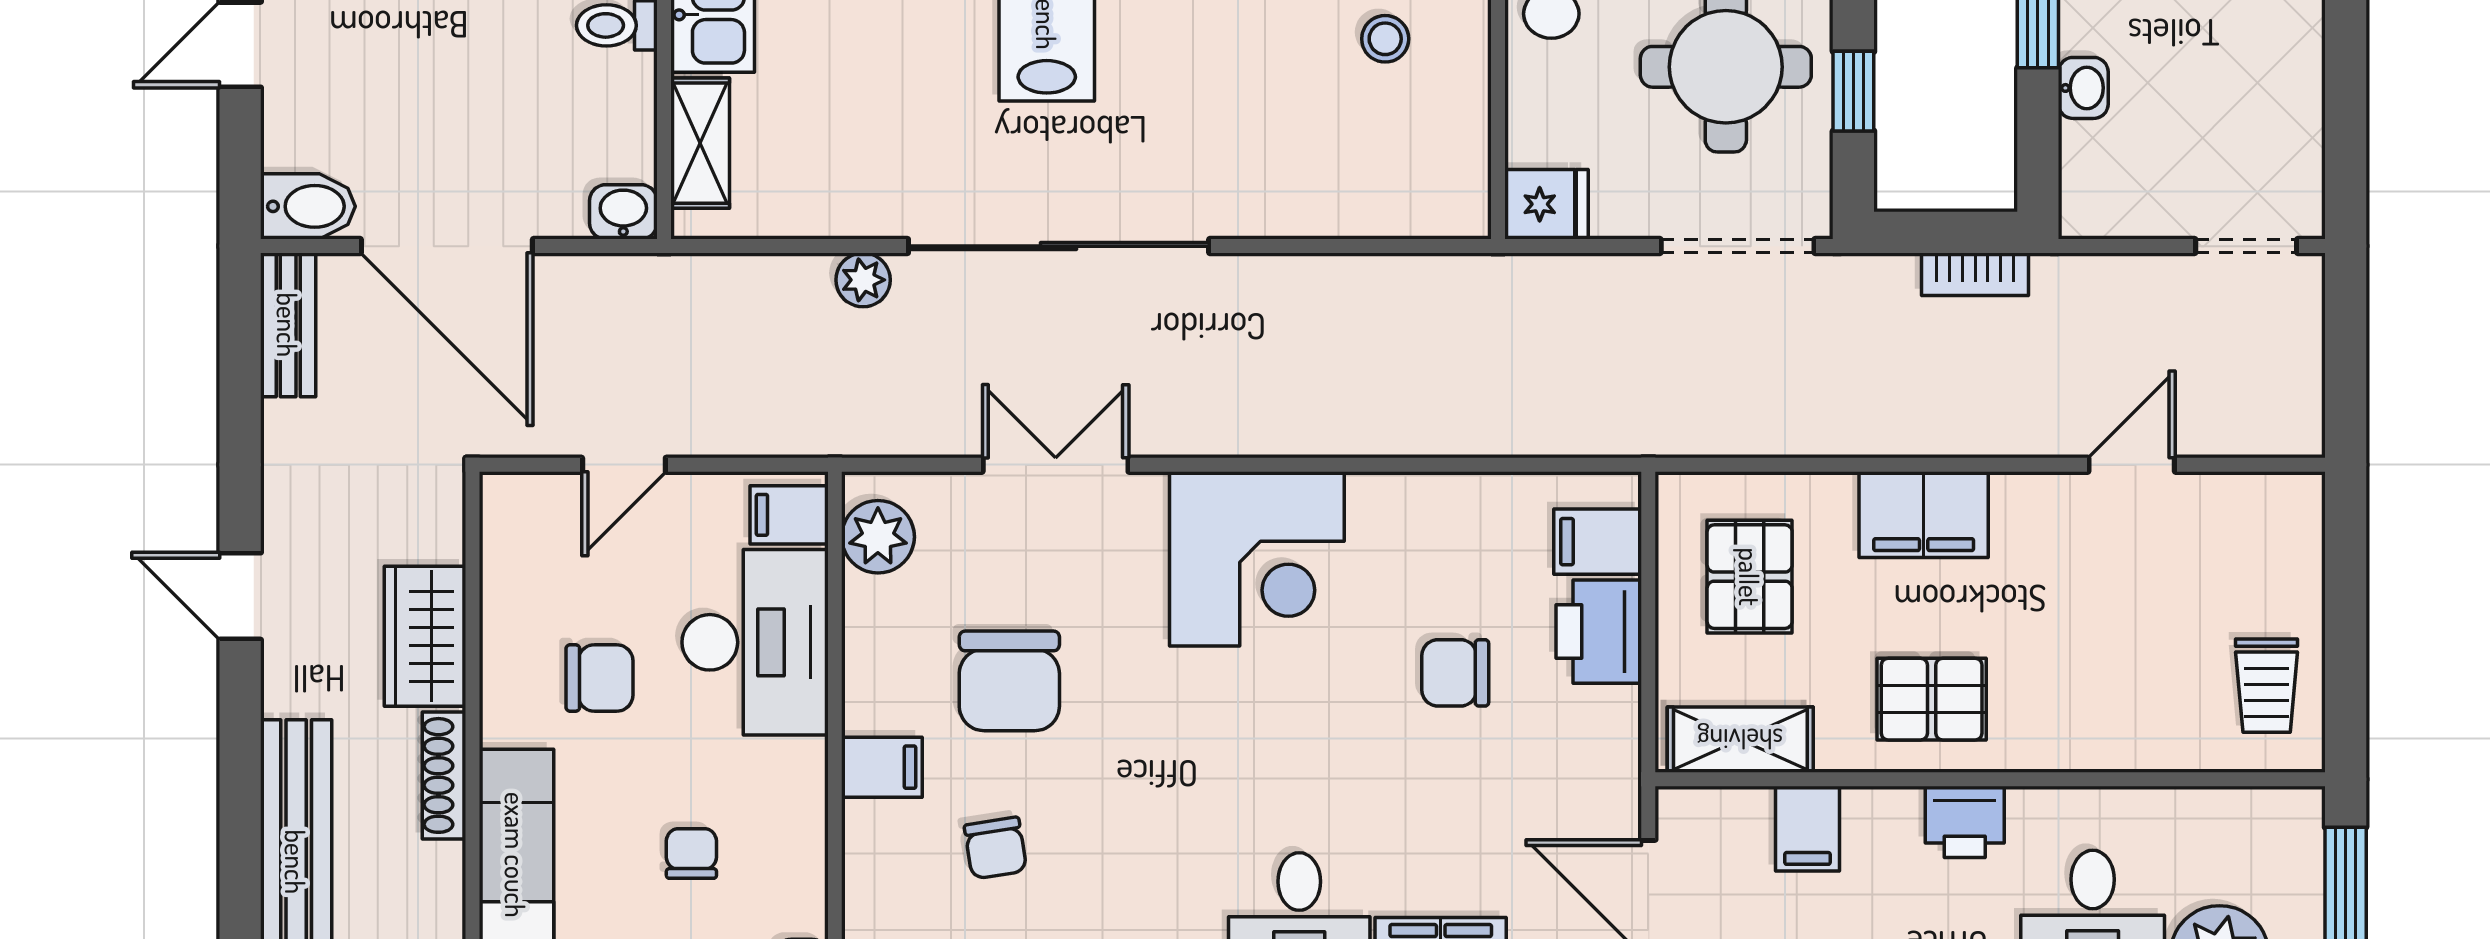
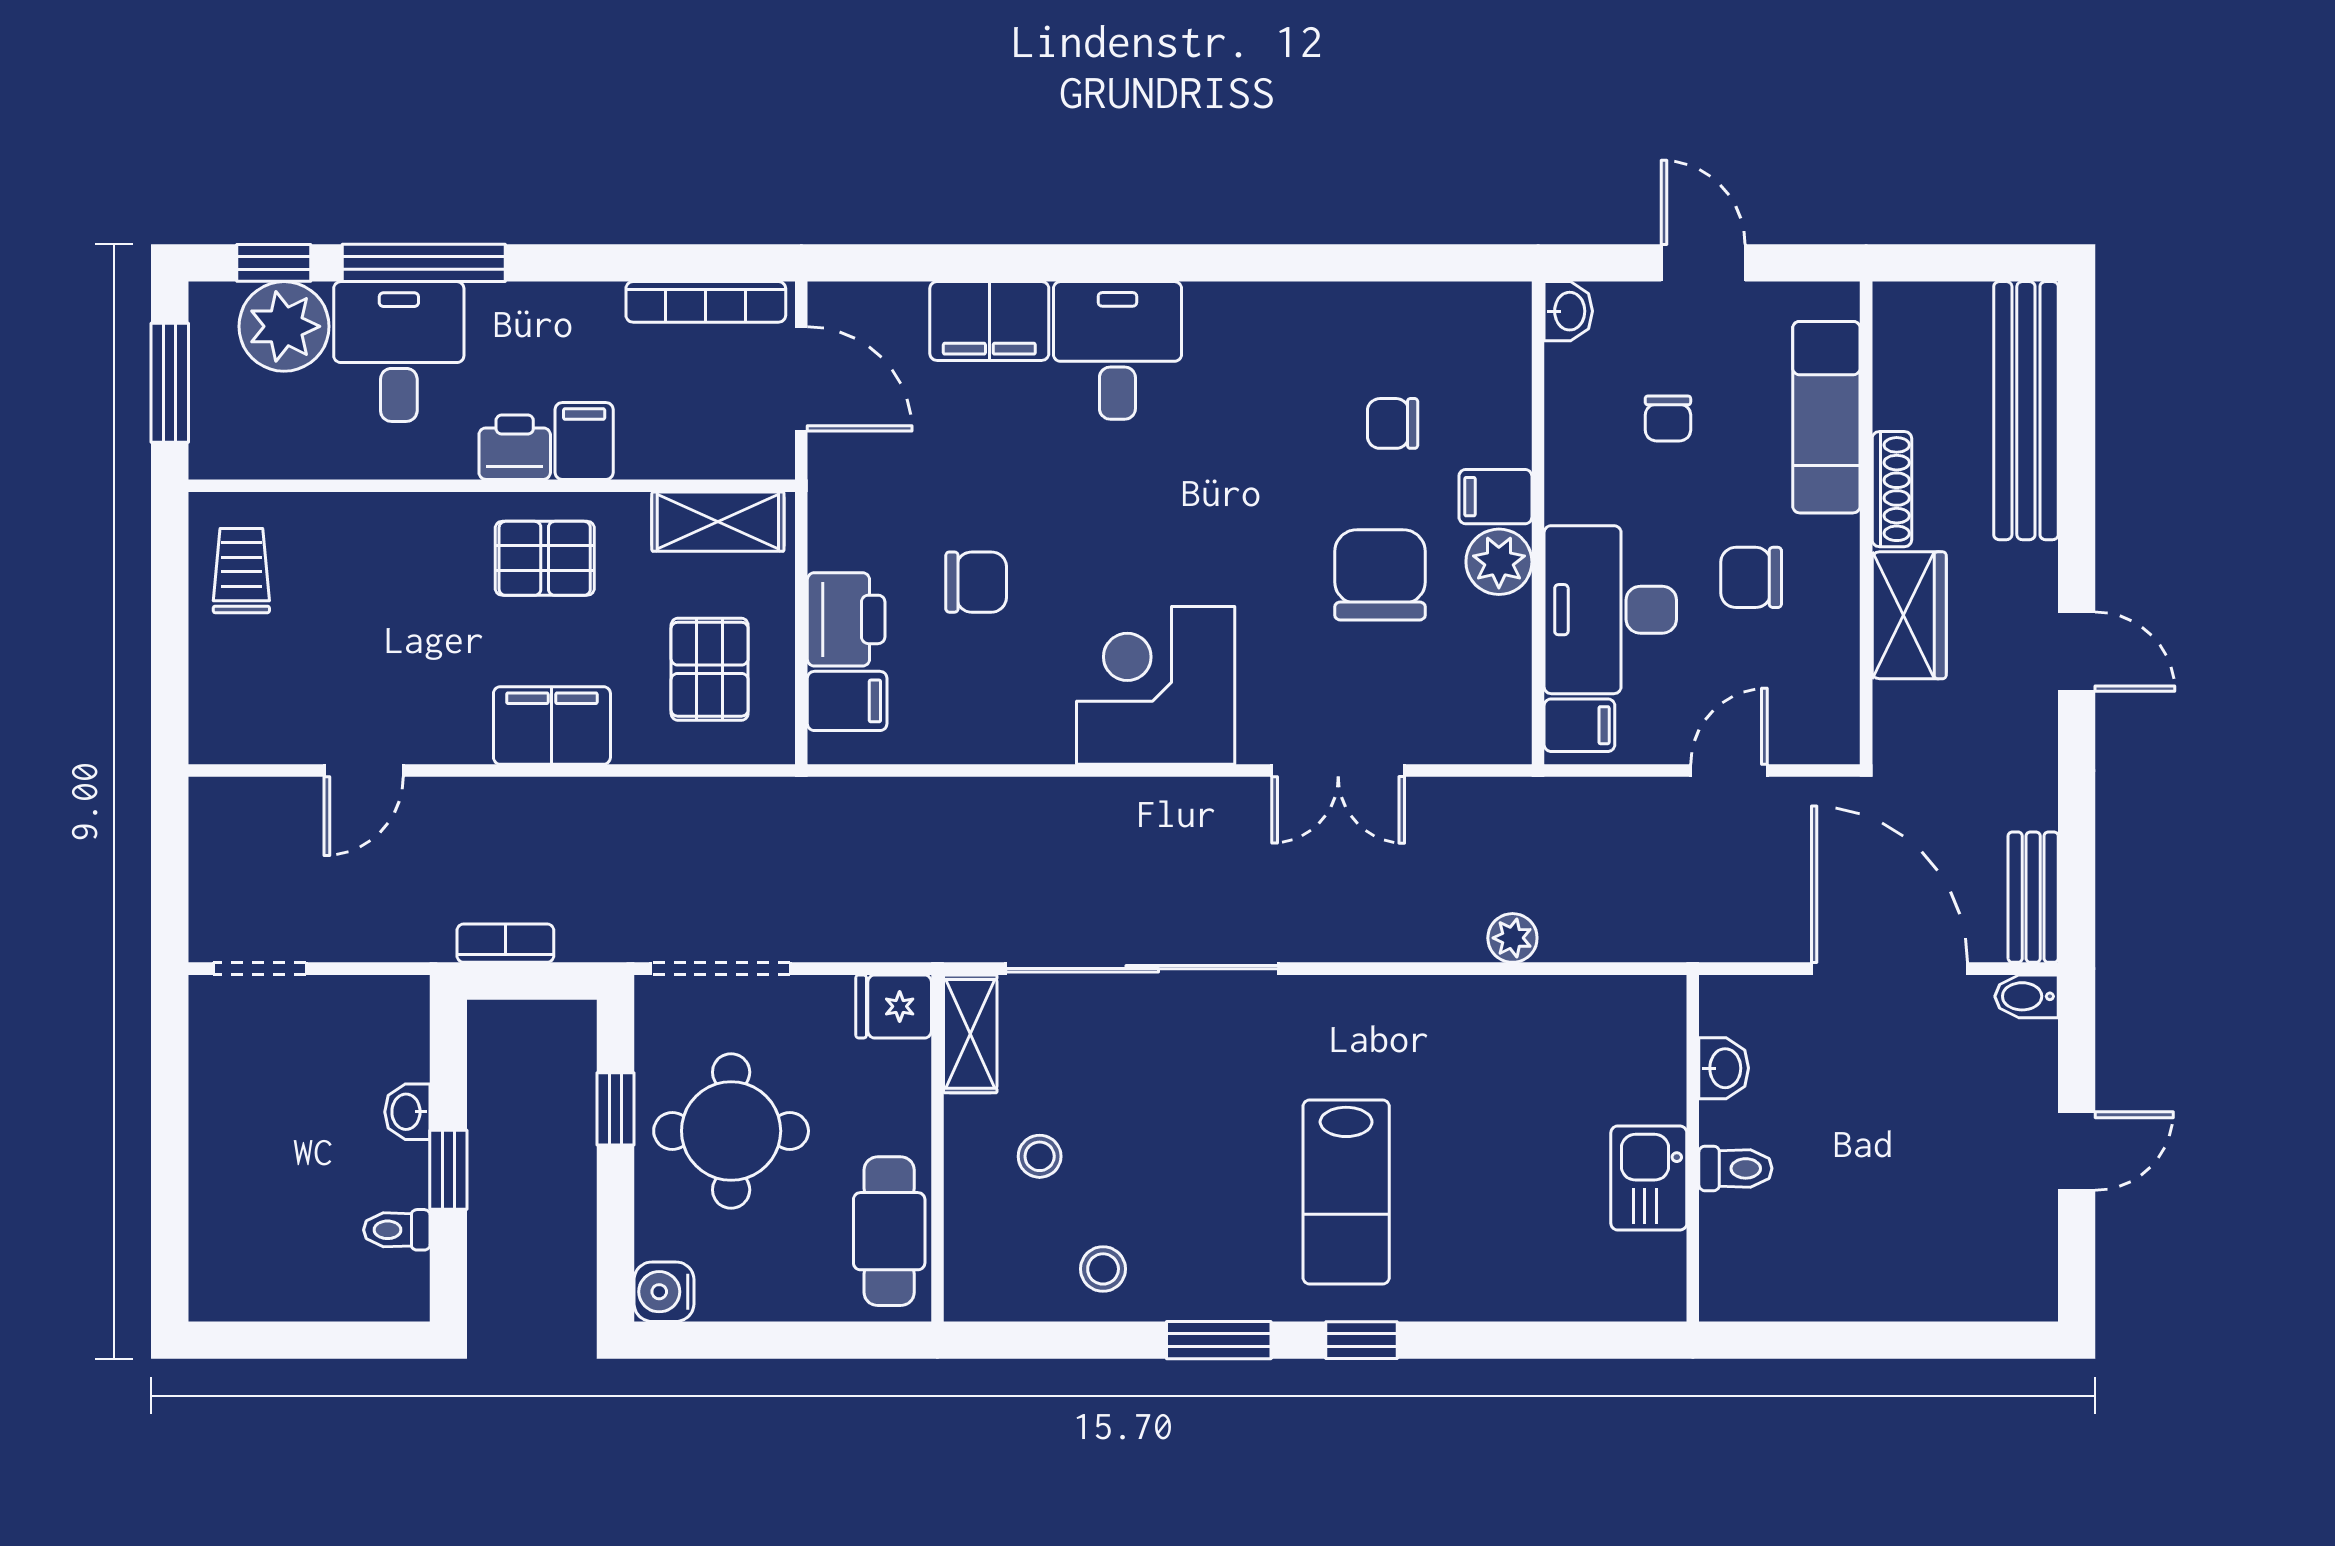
shelving: (700, 143) -> (970, 1034), moved
bidet: (308, 206) -> (2027, 996), width x0.72, depth x0.74
washbasin: (623, 212) -> (1724, 1068), moved, turned -90
sliding door: (1059, 246) -> (1142, 969), moved
plant: (878, 537) -> (1499, 562), moved
filing cabinet: (1807, 829) -> (584, 441), moved
chair: (995, 848) -> (1393, 423), turned -81

